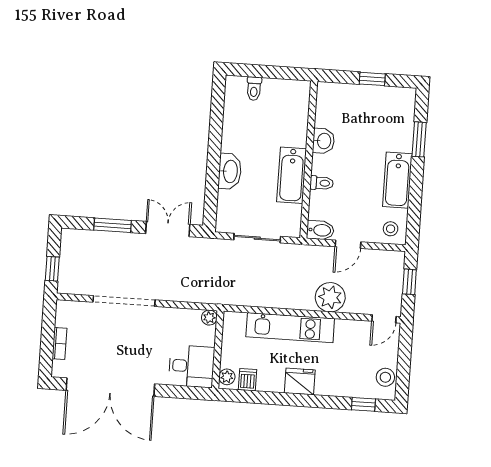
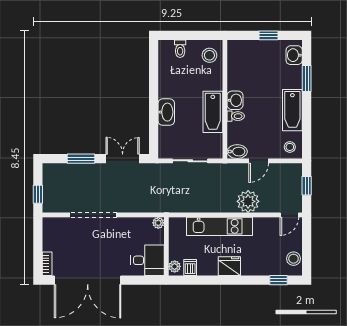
stool: (292, 100) -> (209, 55), added
washbasin: (405, 107) -> (294, 55), added
washbasin: (324, 141) -> (235, 100), moved
bookcase: (59, 343) -> (47, 264), moved

